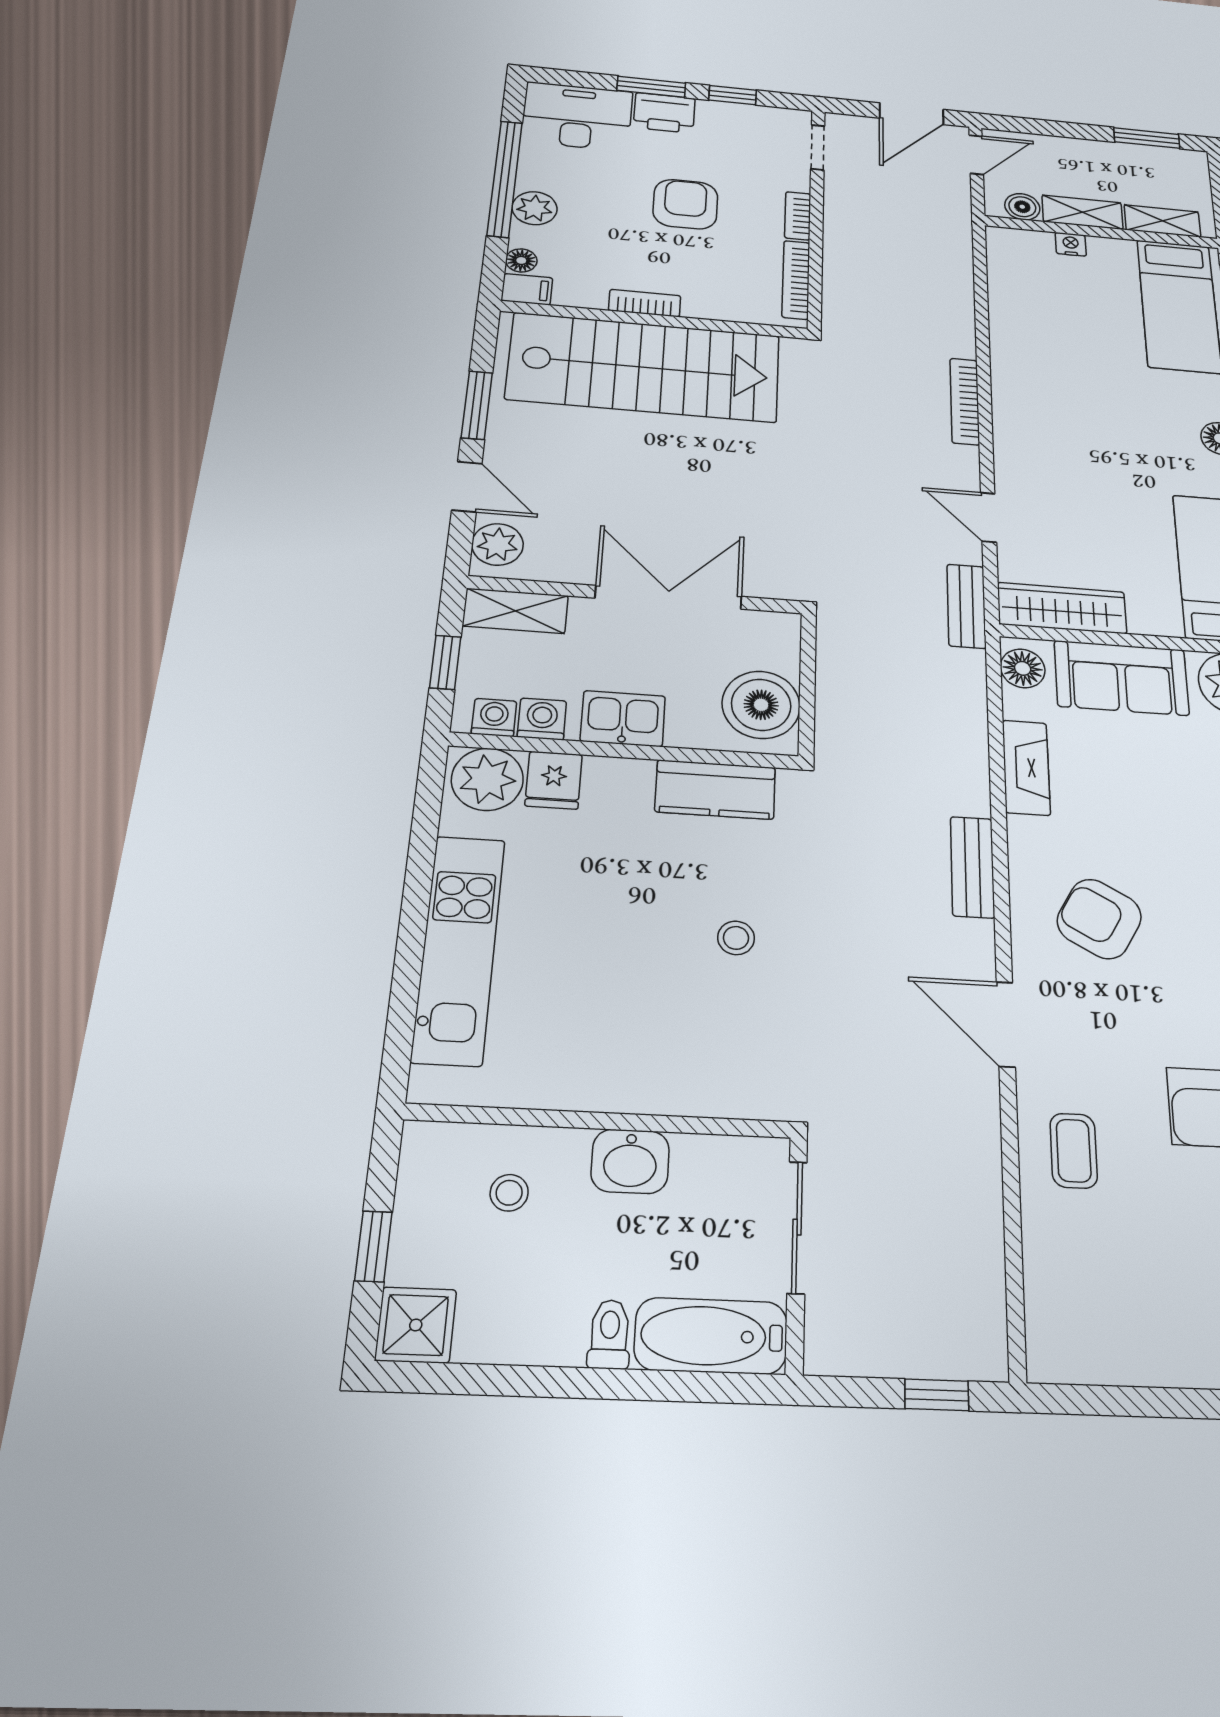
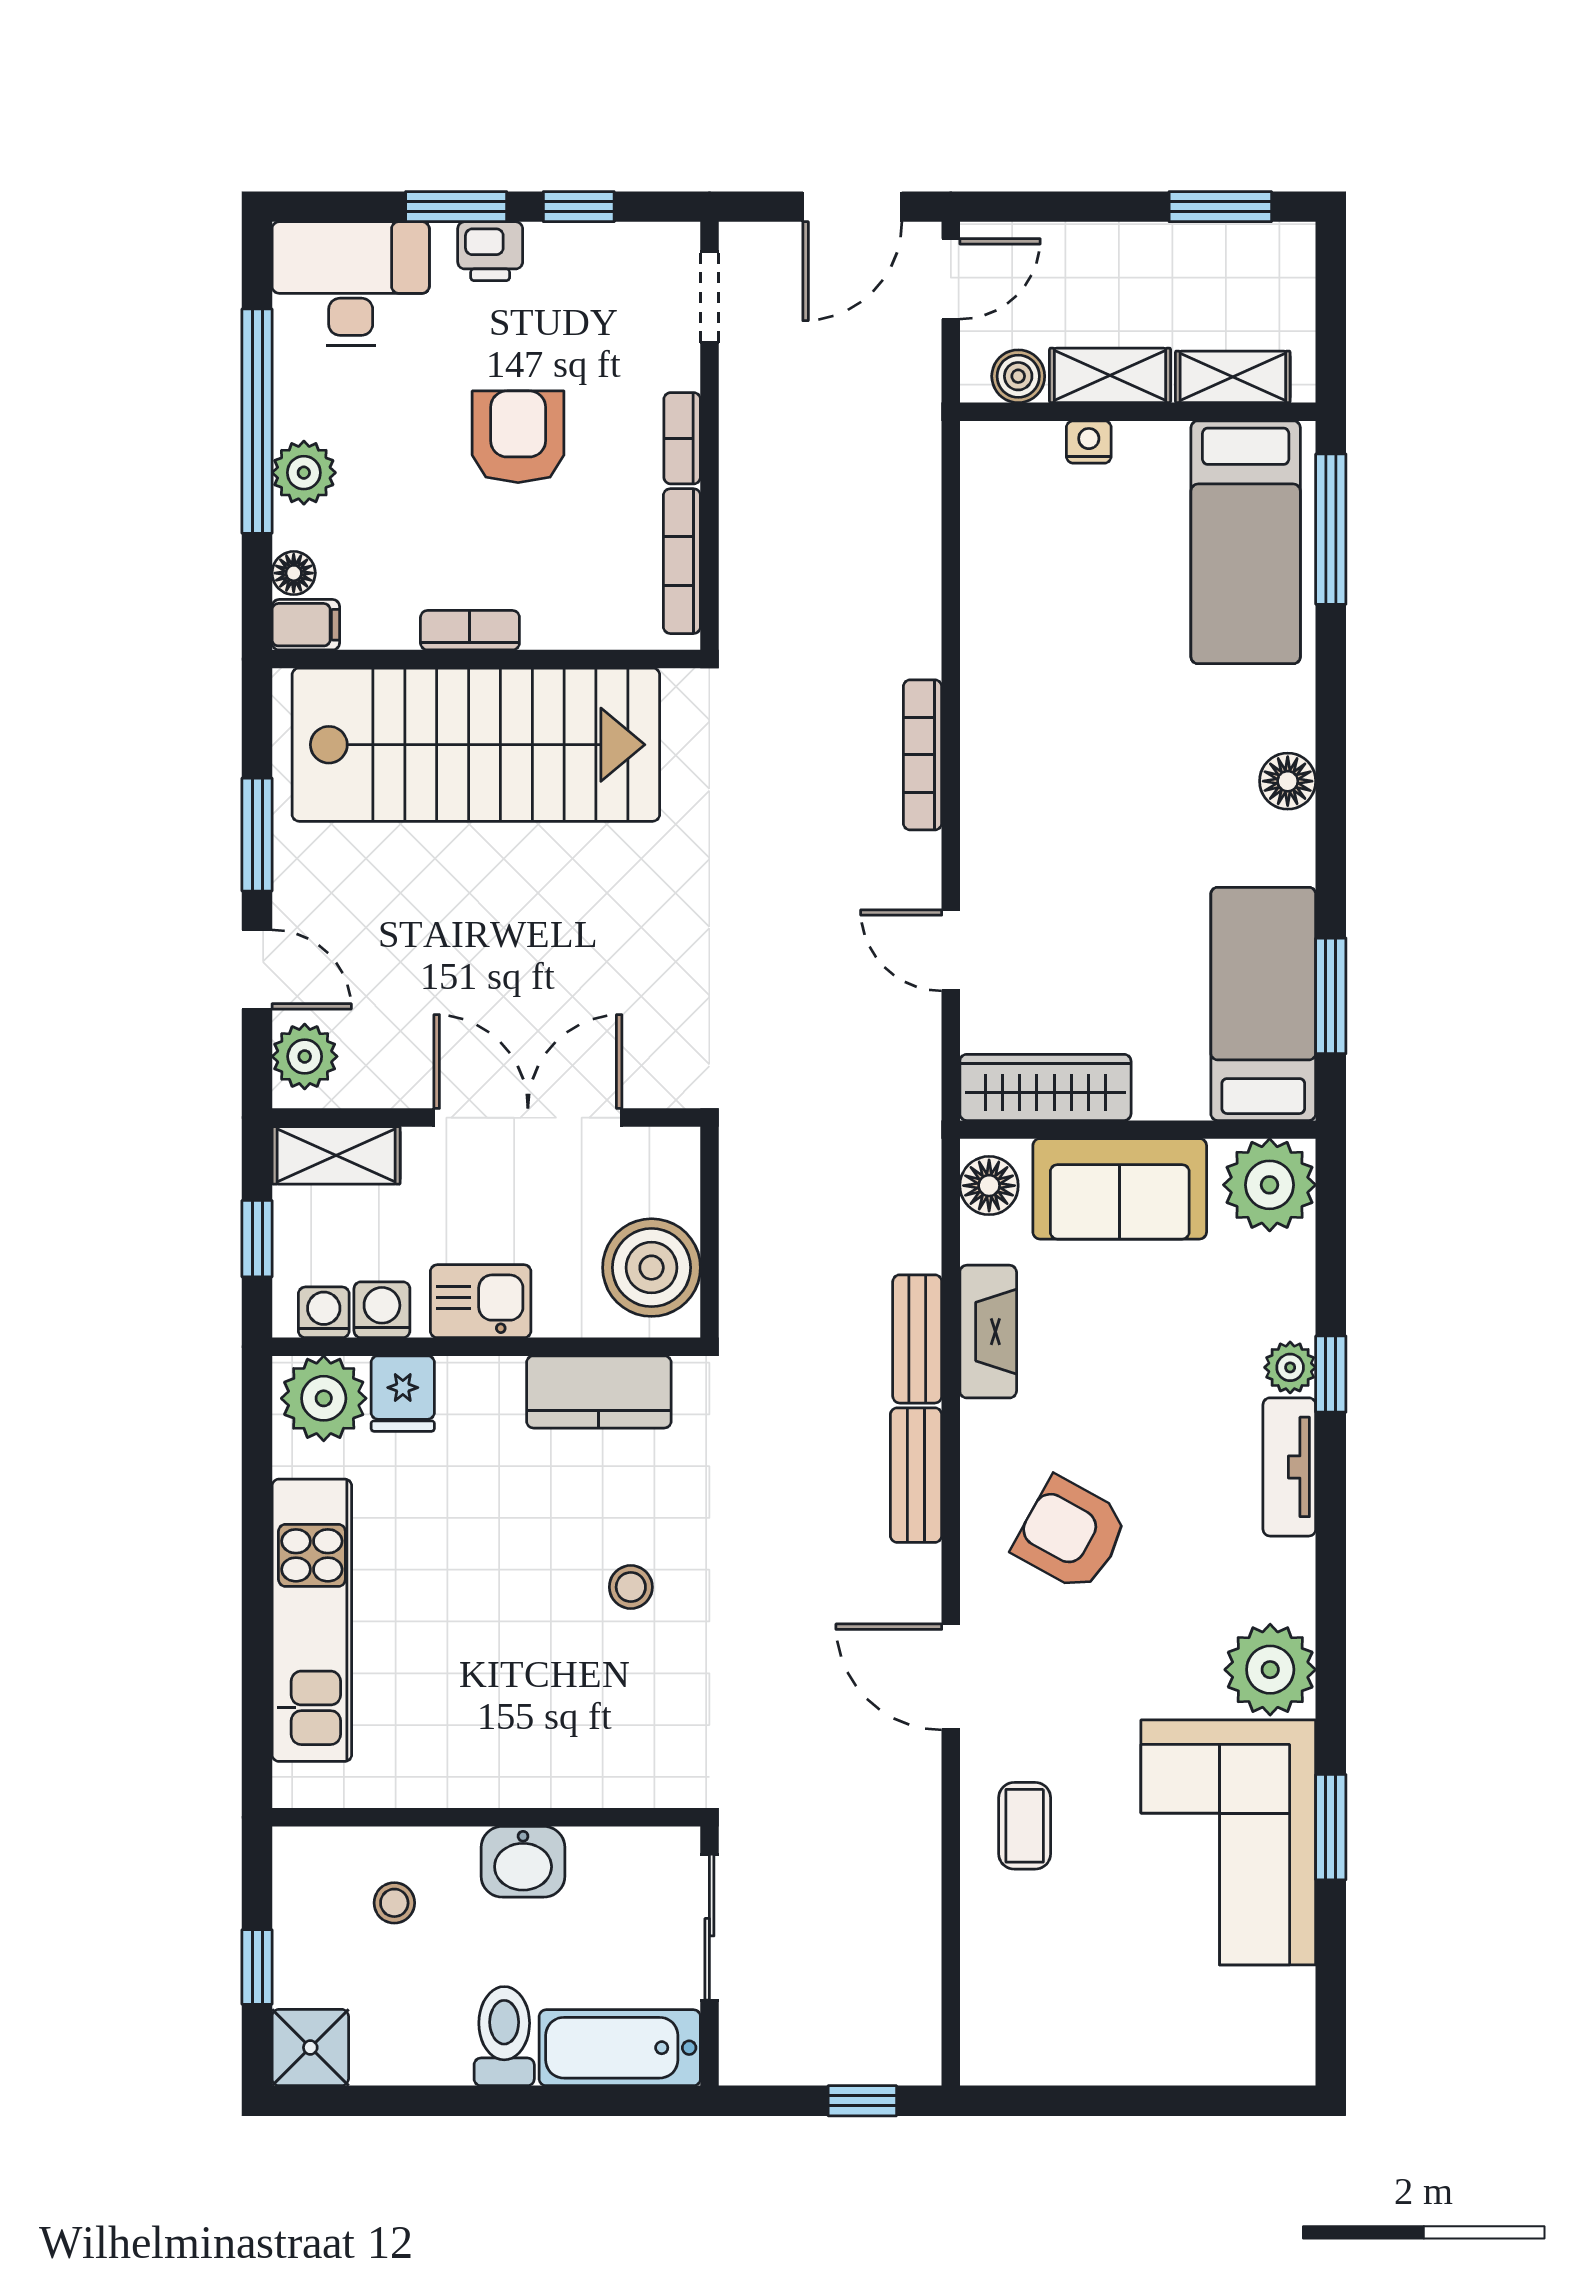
printer: (664, 113) -> (490, 251), width x0.73, depth x0.81
bench: (966, 606) -> (917, 1339), moved
toilet: (609, 1334) -> (504, 2036), width x1.37, depth x1.39

